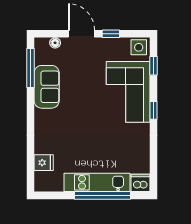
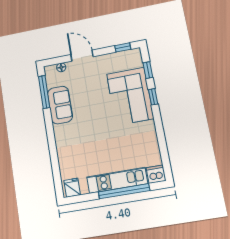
window: (111, 34) -> (123, 47), moved
side table: (139, 47) -> (132, 57), removed
window: (153, 110) -> (153, 97), moved
fridge: (44, 163) -> (72, 188), moved, turned -90

